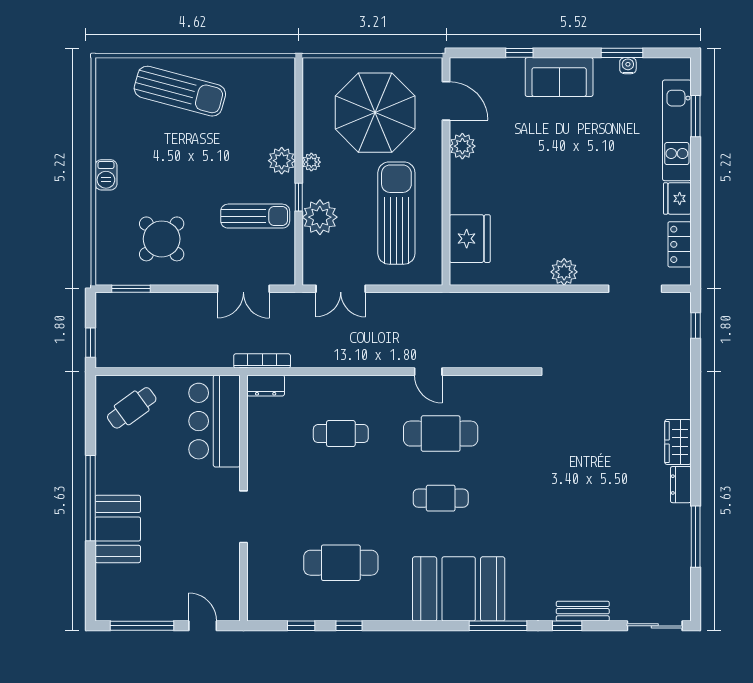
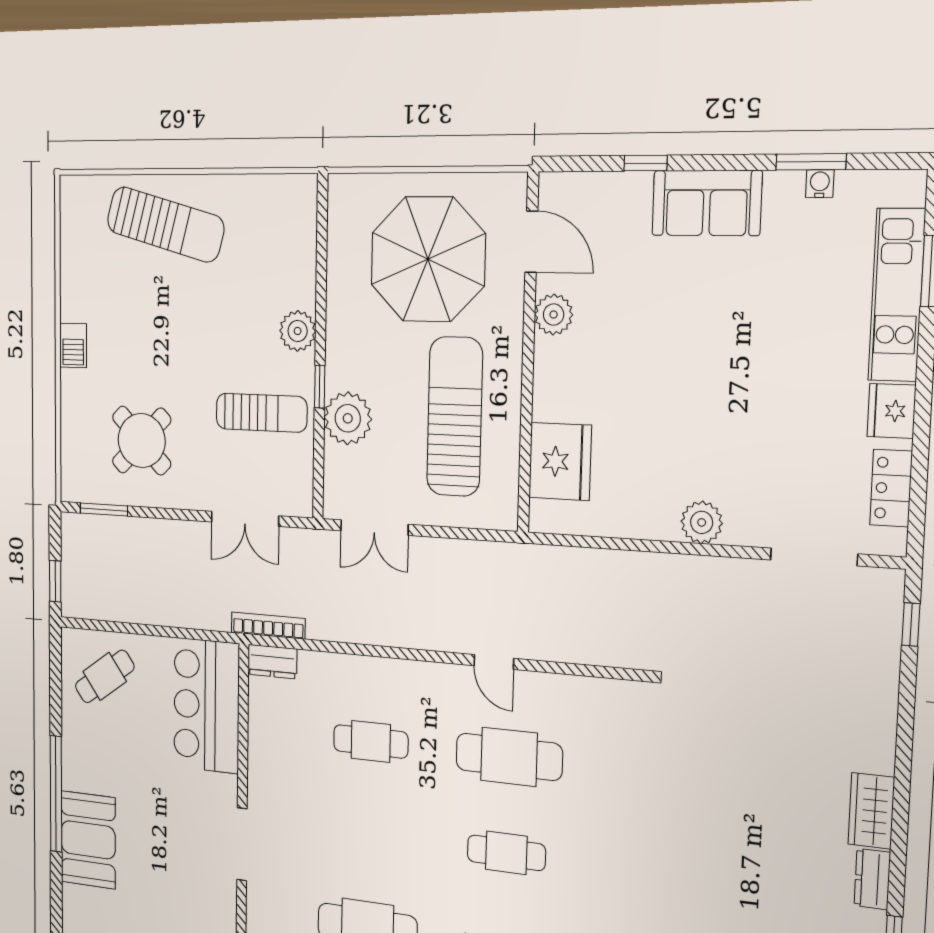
plant: (311, 162) -> (338, 334), removed

